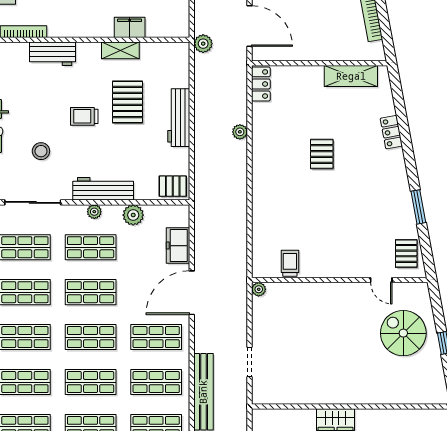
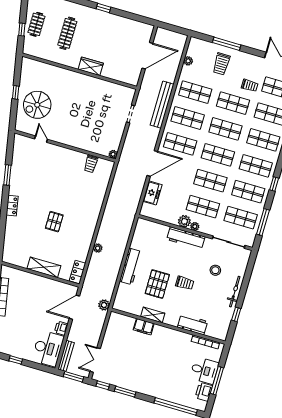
door: (250, 26) -> (74, 307), hinge flipped
shelving: (351, 76) -> (44, 267), moved
locker: (391, 132) -> (12, 206), moved
pallet: (173, 186) -> (145, 228), removed
plant: (133, 215) -> (184, 221), moved
pallet: (406, 253) -> (22, 150), removed
spiral stairs: (403, 333) -> (37, 105), turned 90

